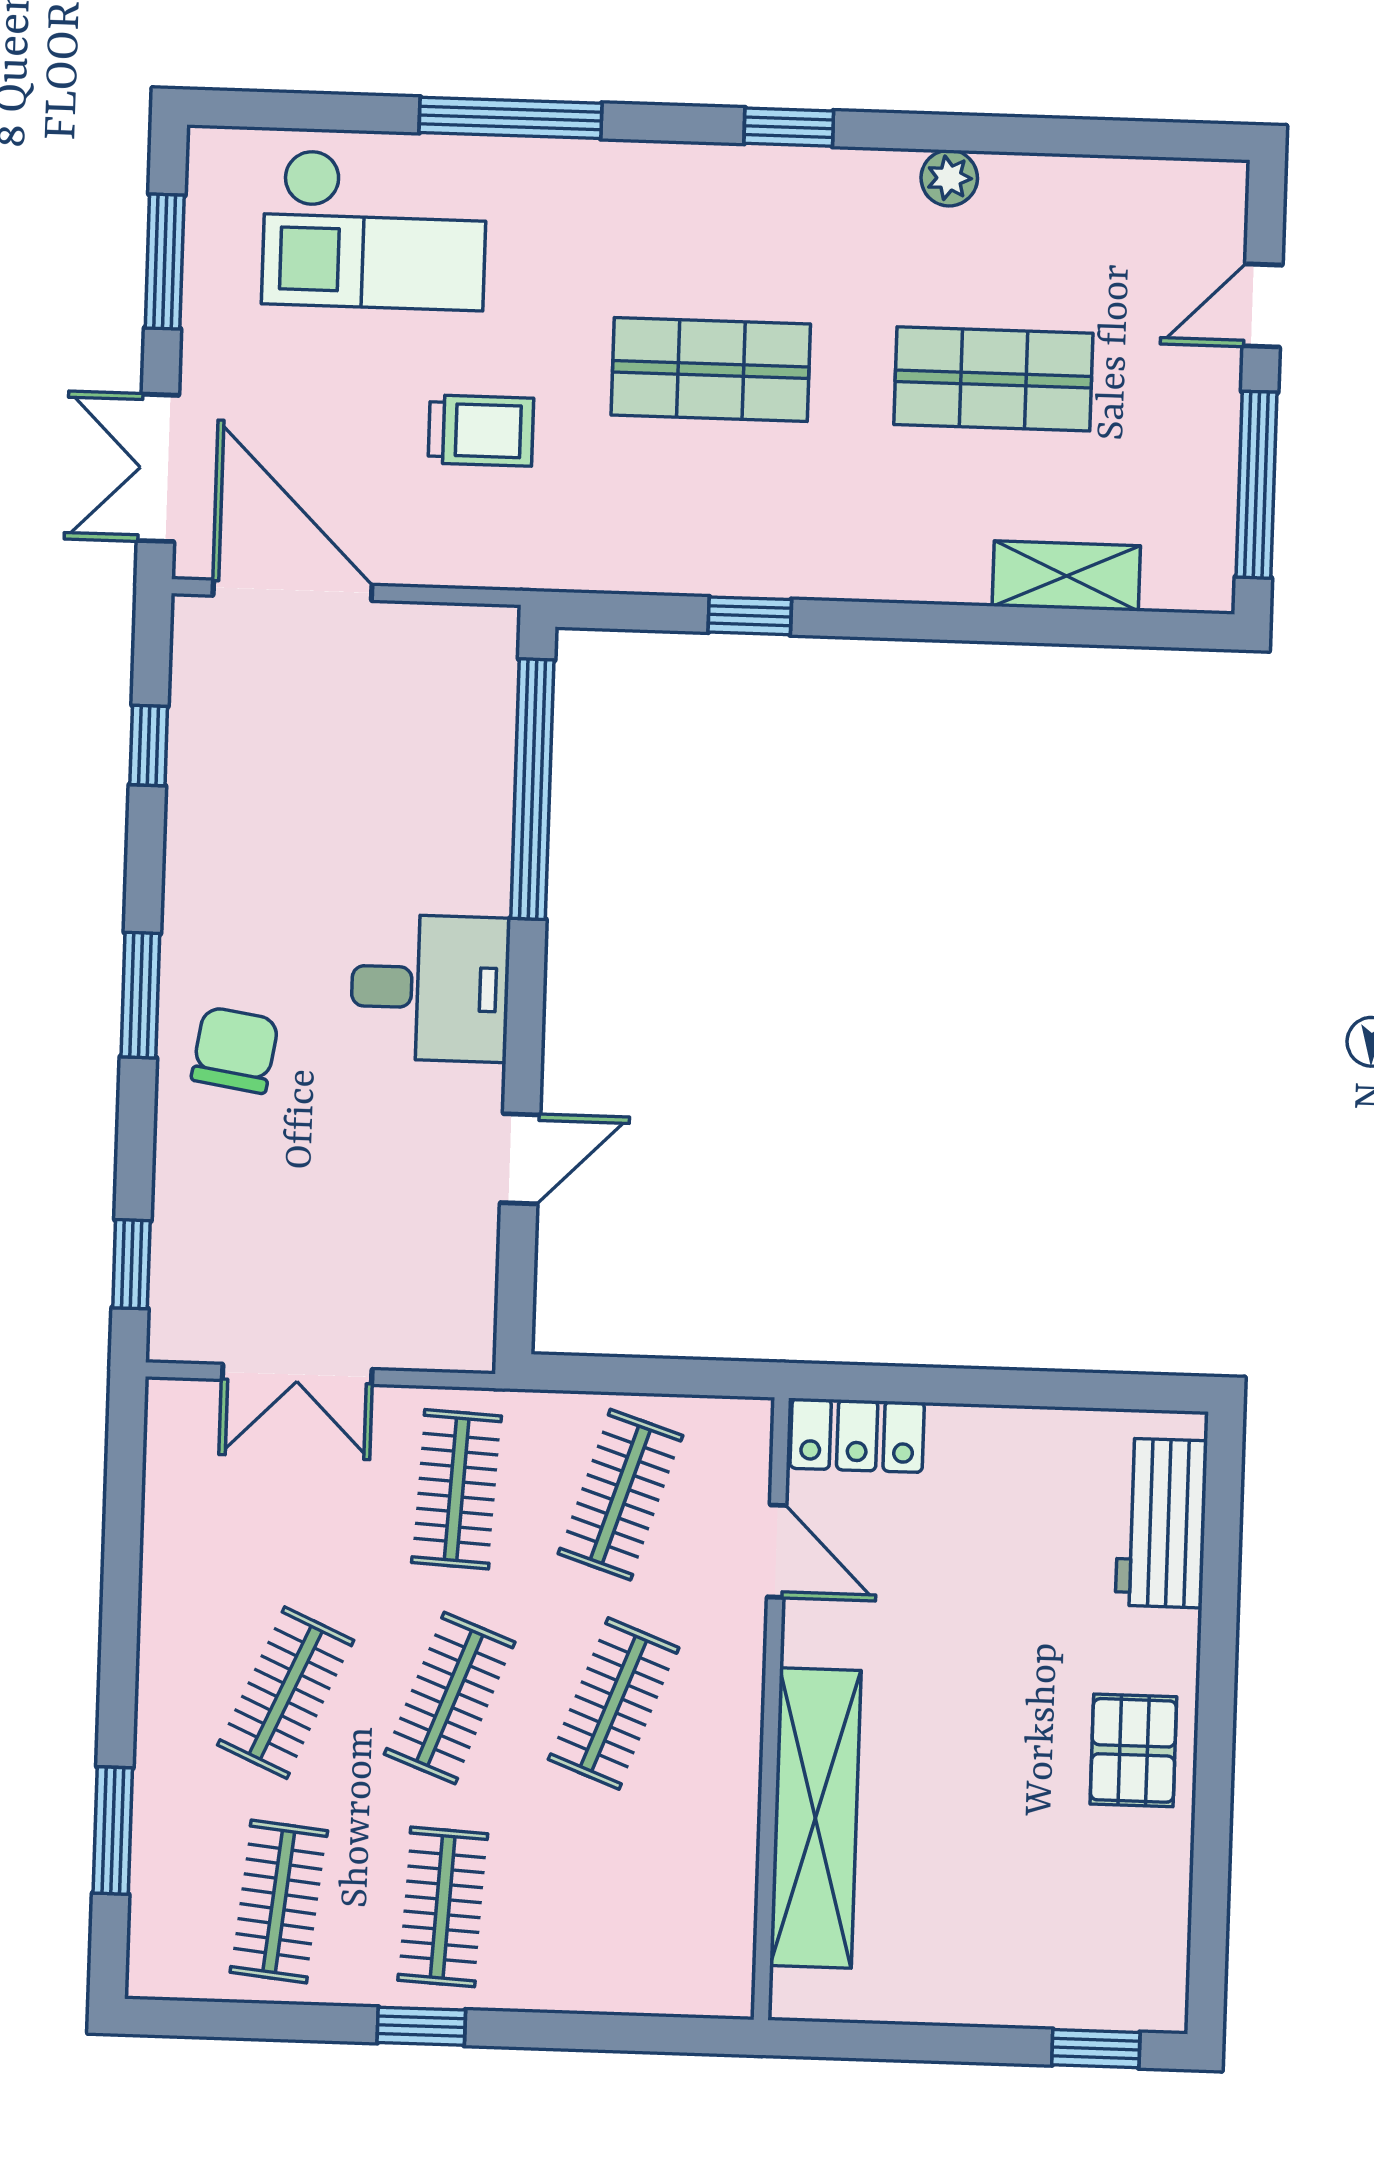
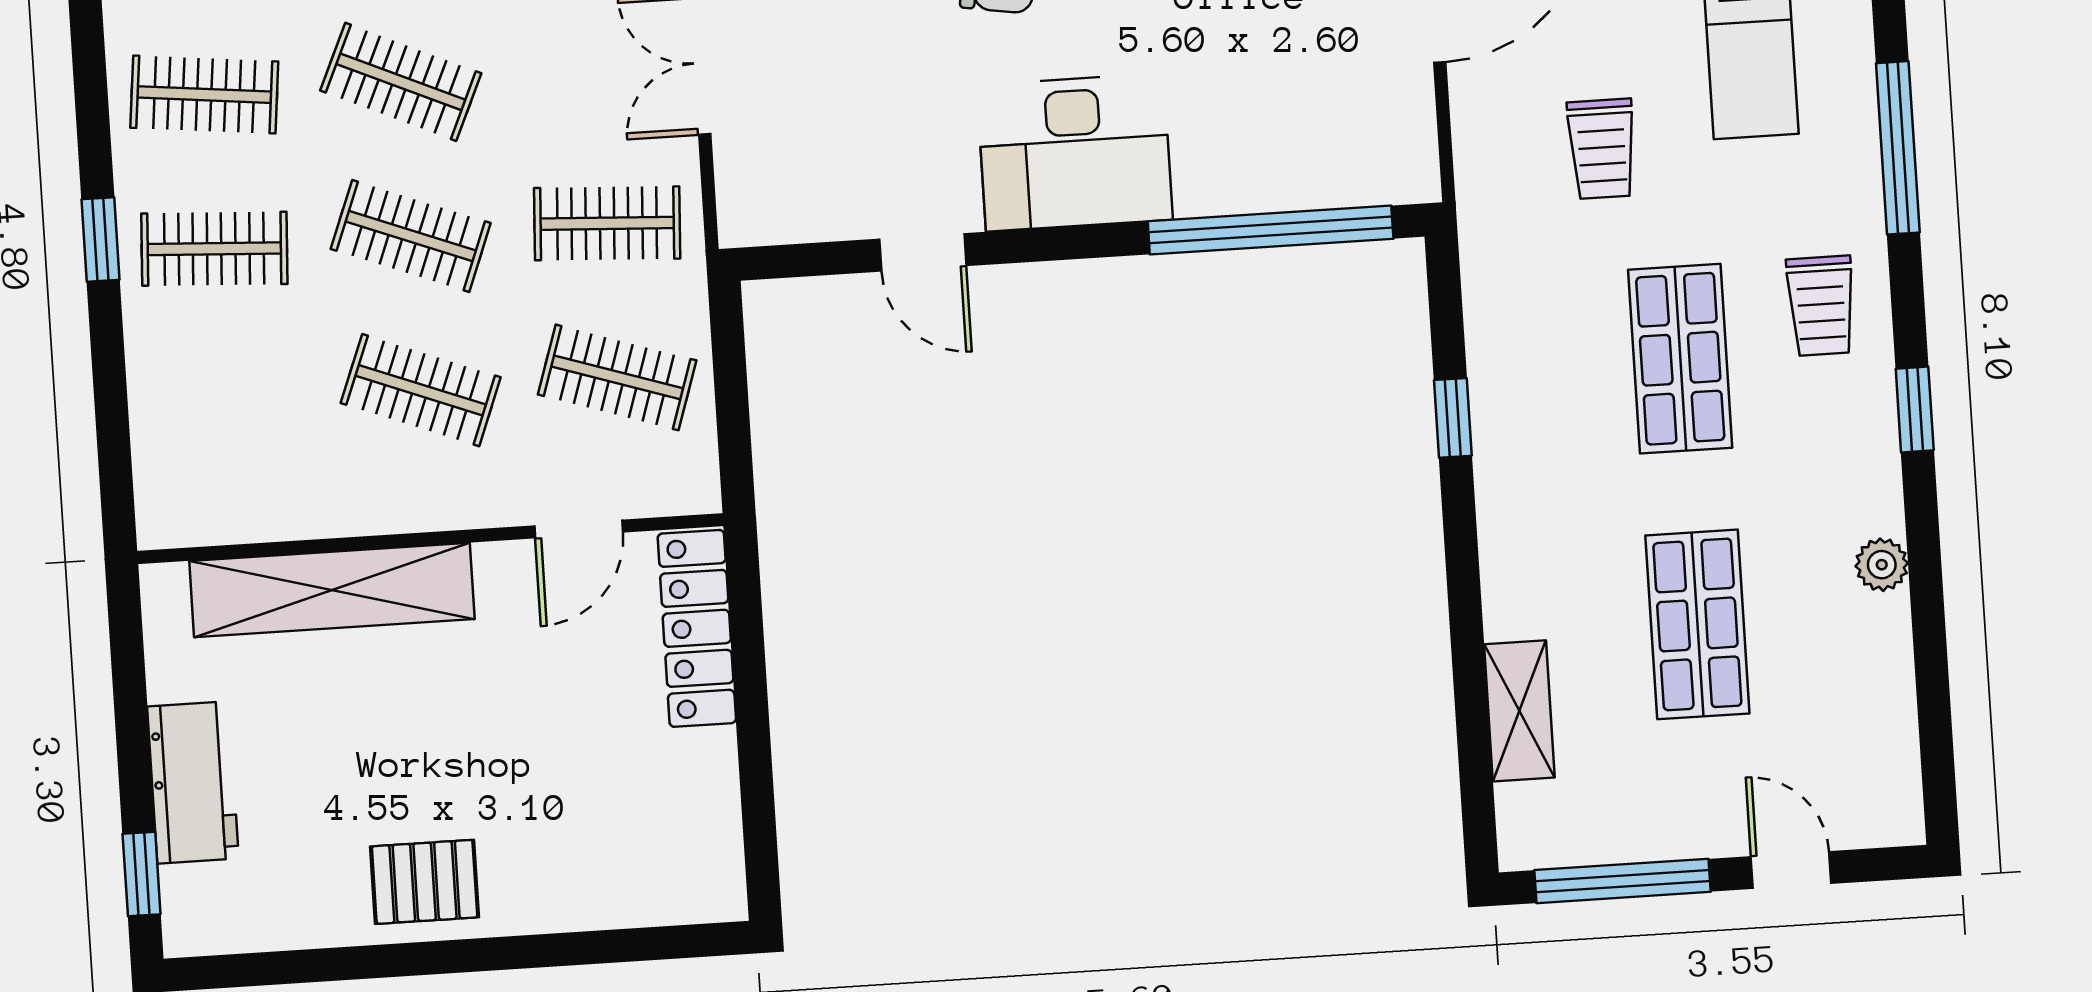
trolley: (669, 215) -> (1821, 306), added
desk: (430, 988) -> (1075, 152), width x1.37
locker: (857, 1435) -> (697, 628), width x1.53
workbench: (1161, 1523) -> (193, 782), moved, turned 90

